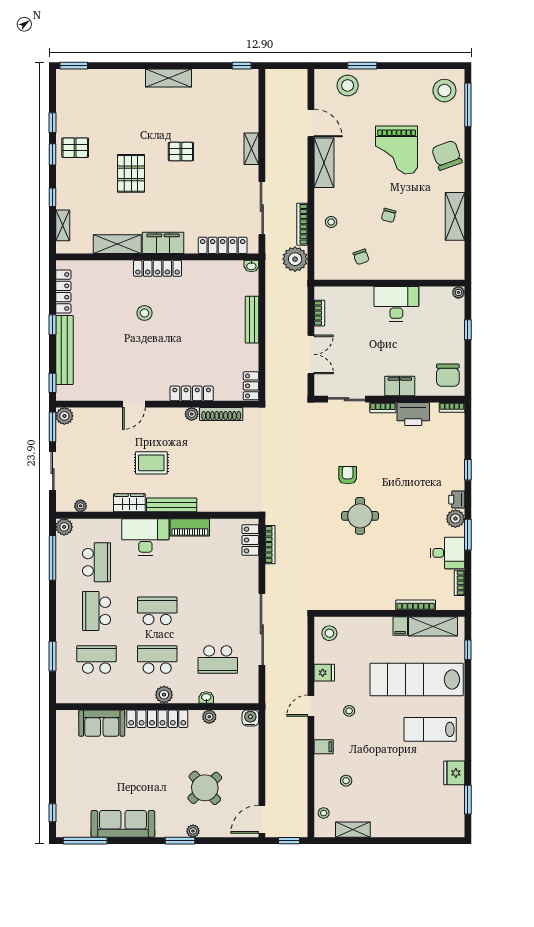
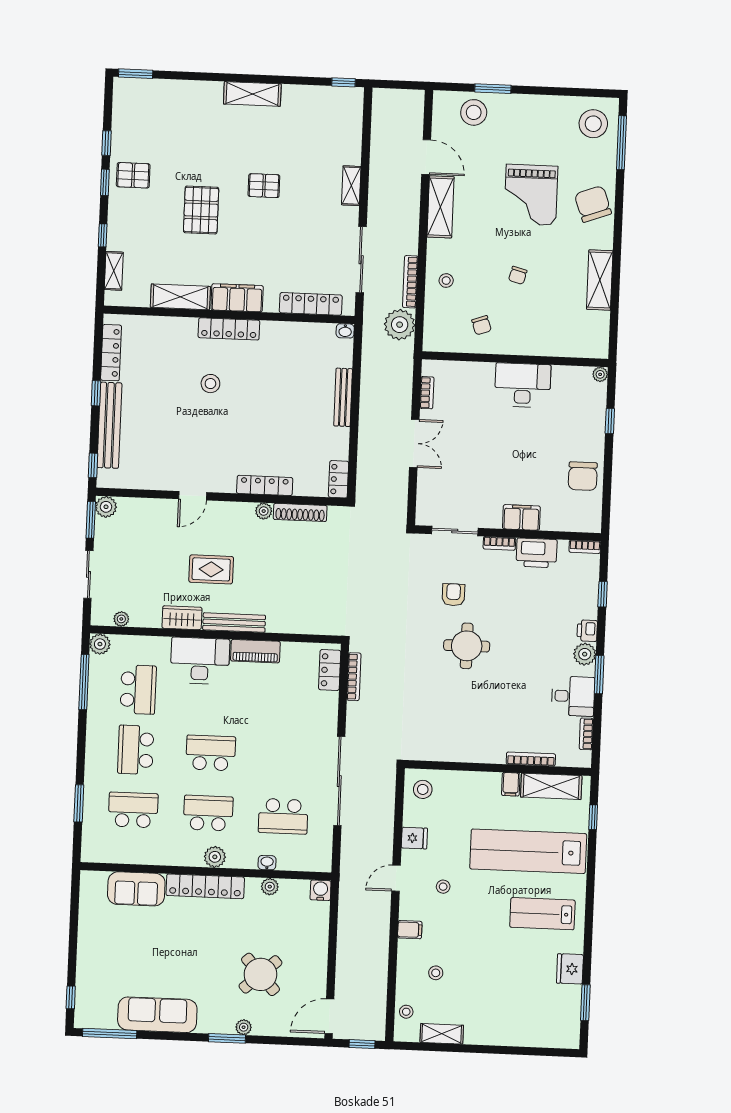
filing cabinet: (400, 386) -> (521, 517), moved
sliding door: (347, 399) -> (455, 531), moved
wall: (389, 399) -> (508, 533), moved
bookcase: (452, 407) -> (585, 547), moved
bookcase: (383, 408) -> (499, 543), moved
printer: (413, 414) -> (537, 553), moved

